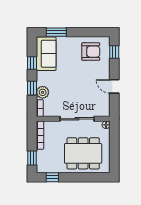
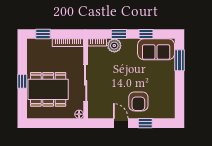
armchair: (91, 52) -> (138, 101), moved
window: (114, 52) -> (145, 123), moved
door: (114, 86) -> (121, 123), hinge flipped
dining table: (83, 153) -> (48, 89), turned 90
window: (52, 177) -> (22, 81), moved

